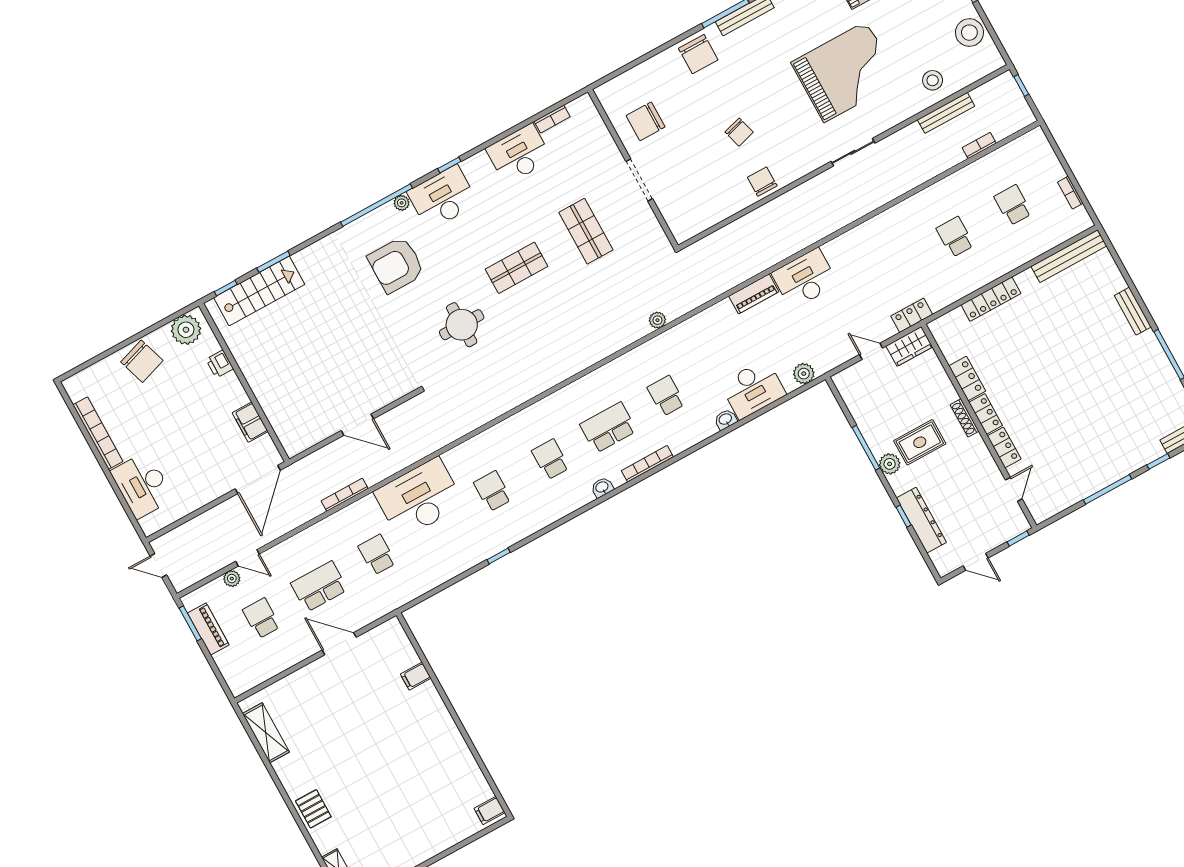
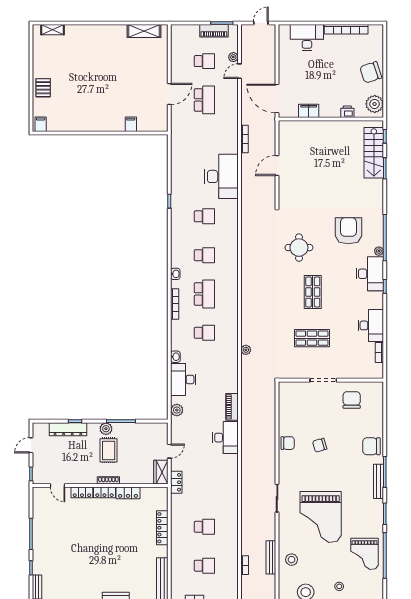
school desk: (377, 555) -> (204, 139), removed
pallet: (313, 809) -> (43, 88), moved, turned 90

